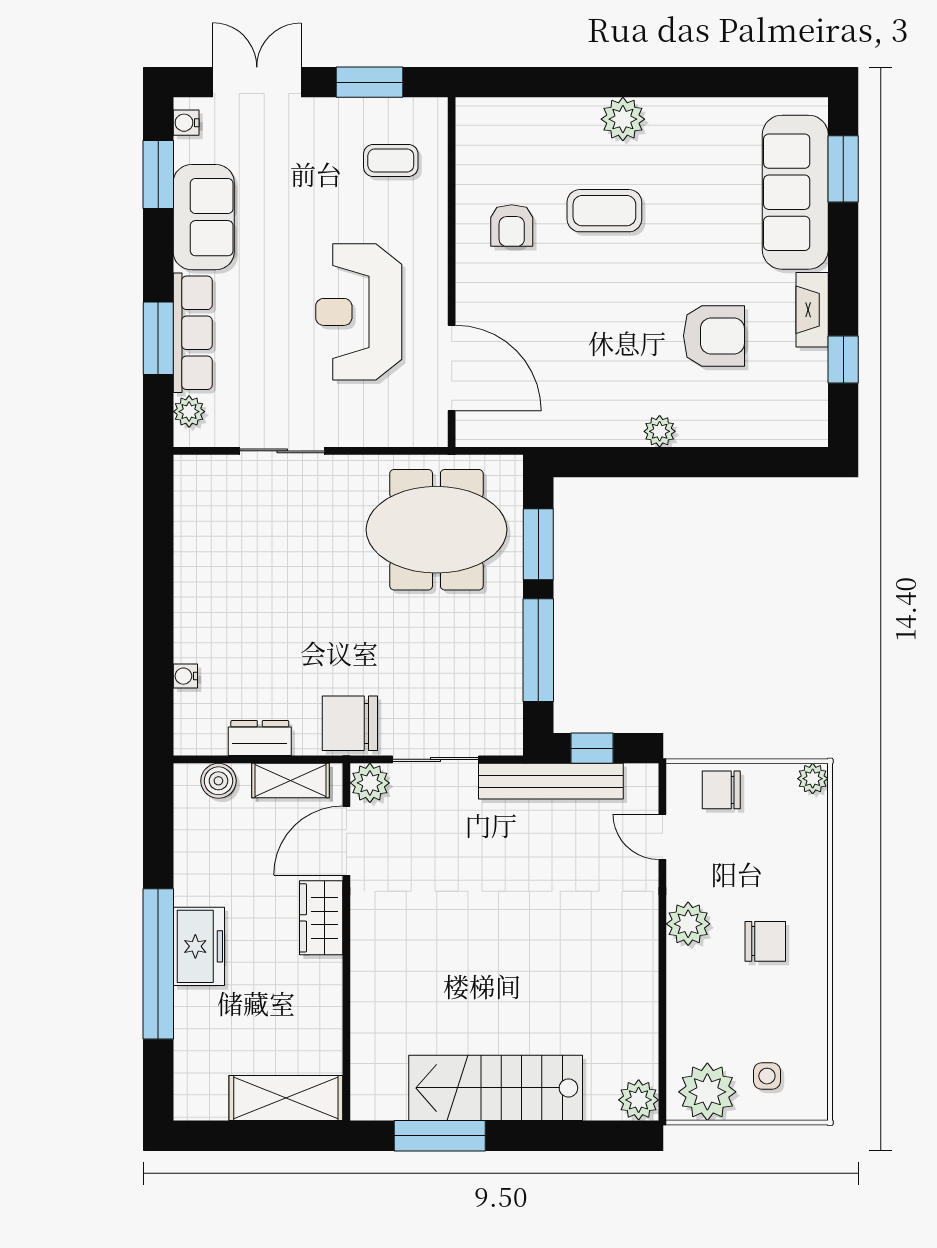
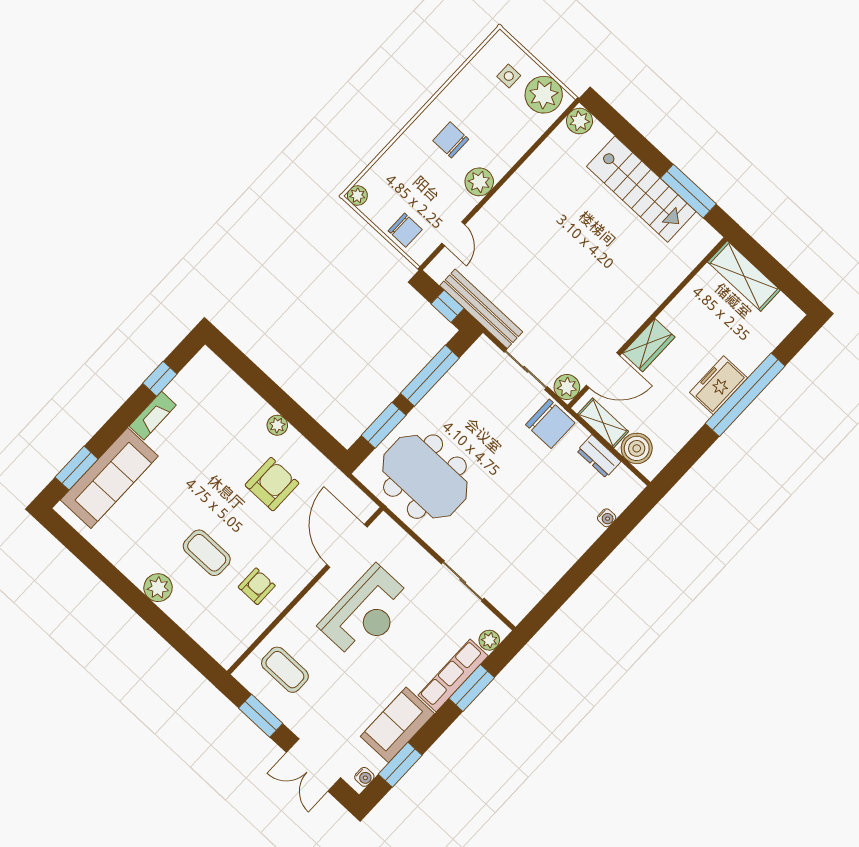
coffee table: (391, 161) -> (285, 670), width x1.36, depth x1.30
armchair: (714, 336) -> (272, 484), moved, turned 90
boiler: (218, 781) -> (637, 448), width x1.36, depth x1.36

